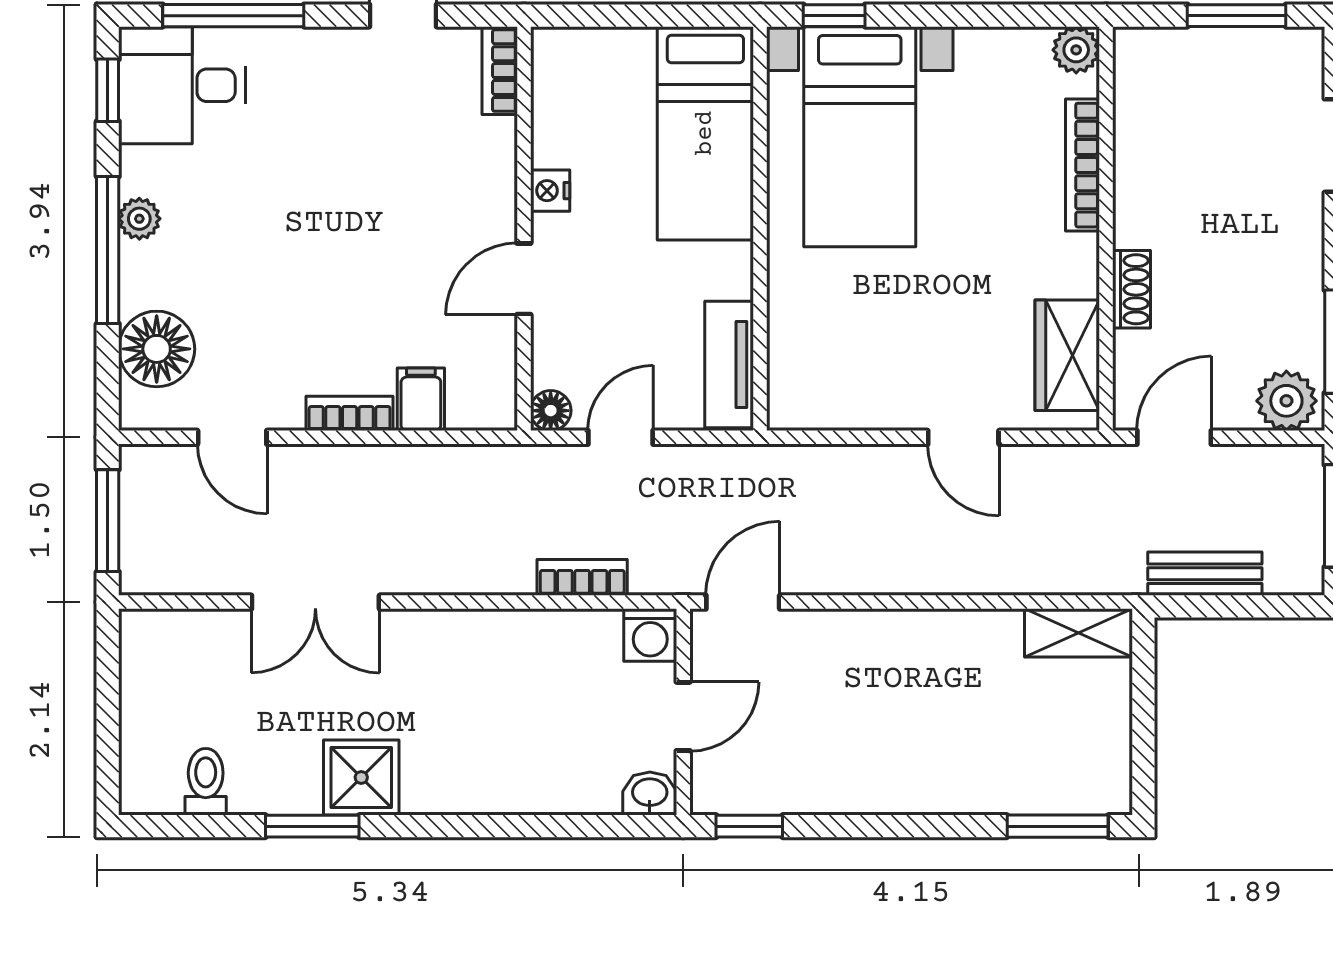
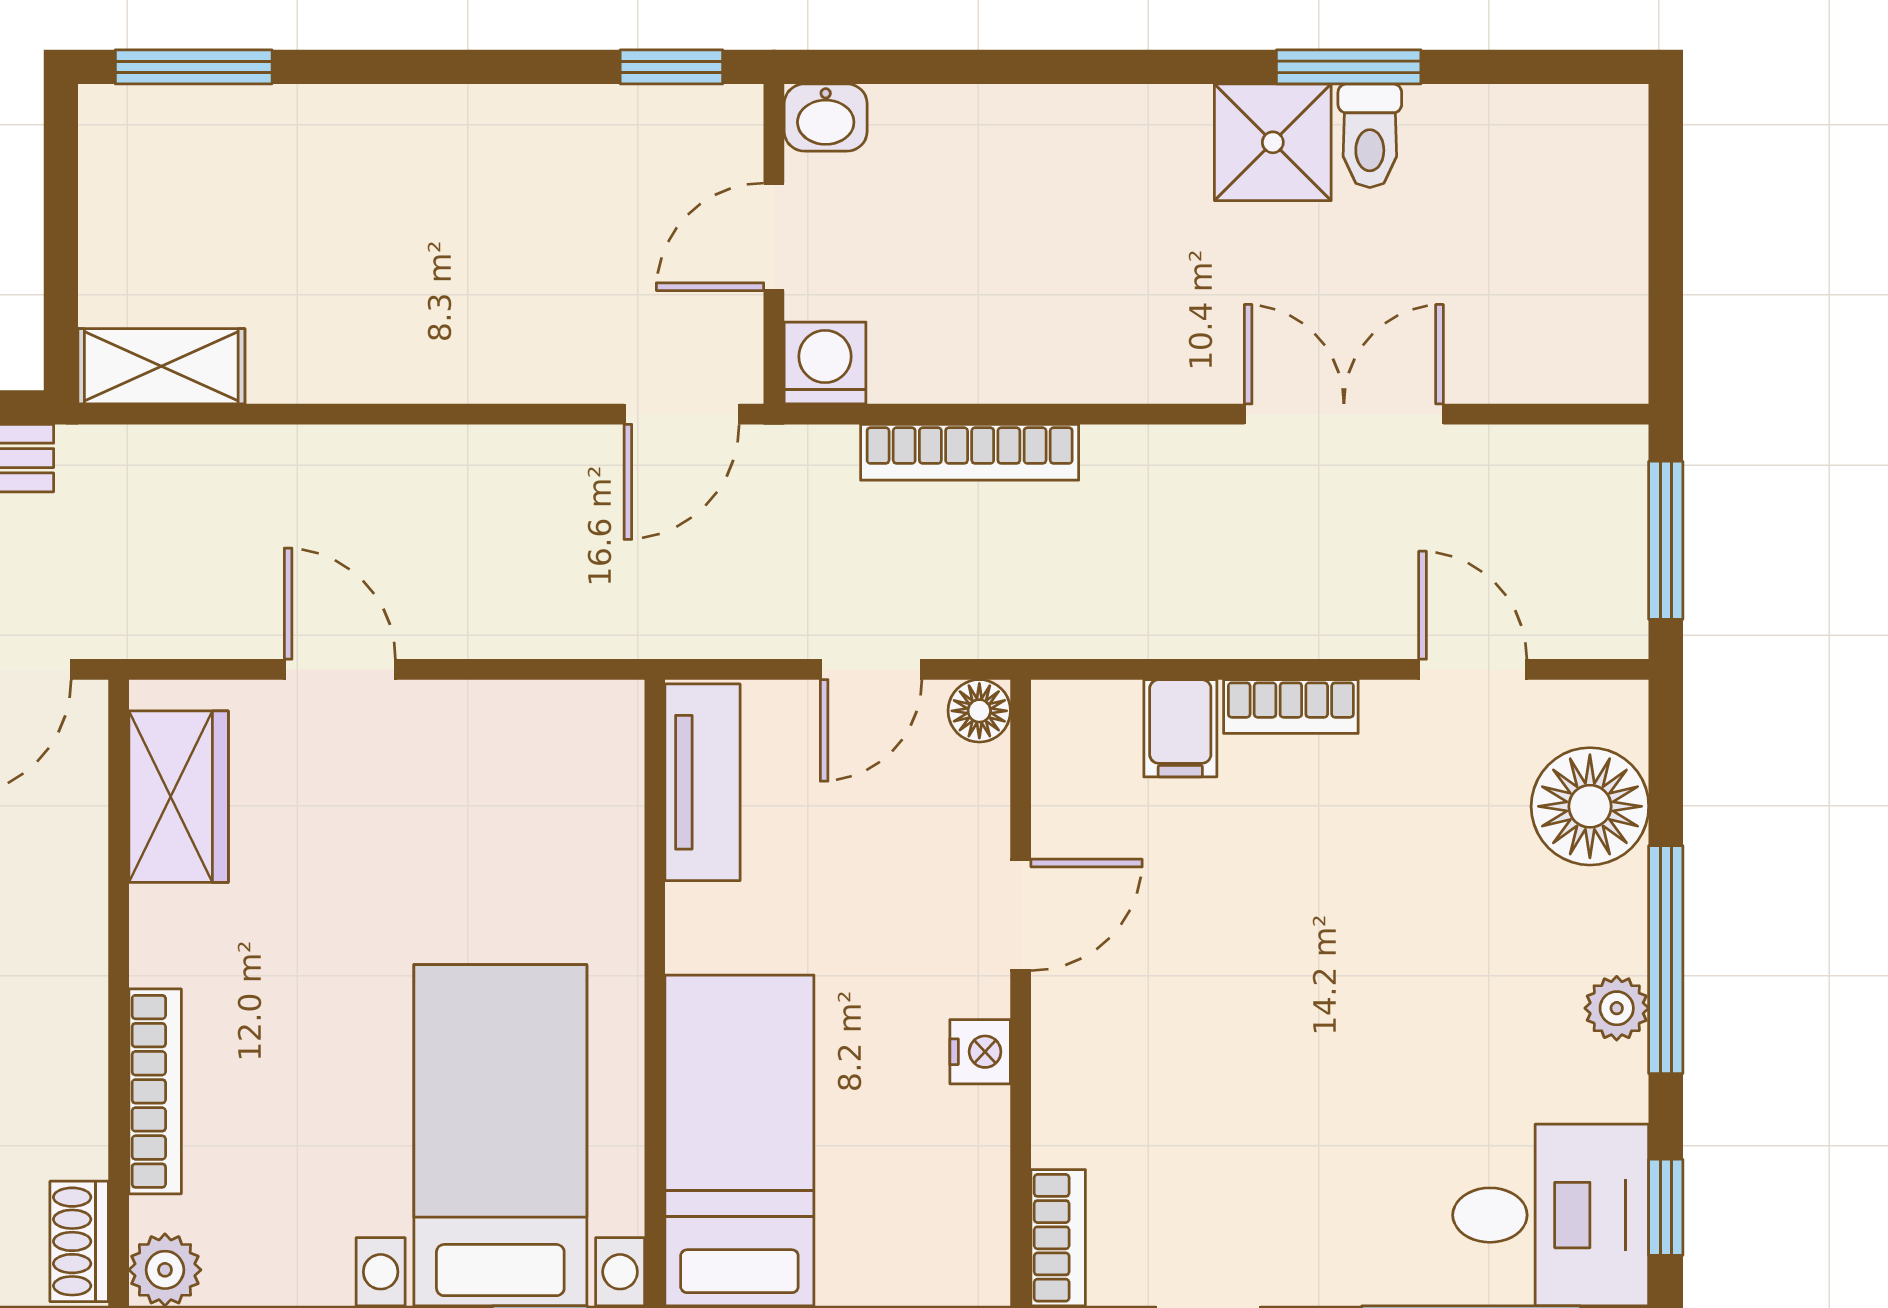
shoe rack: (1131, 289) -> (79, 1241), moved
bookcase: (582, 577) -> (970, 452), width x1.56
toilet: (206, 782) -> (1370, 136), moved

